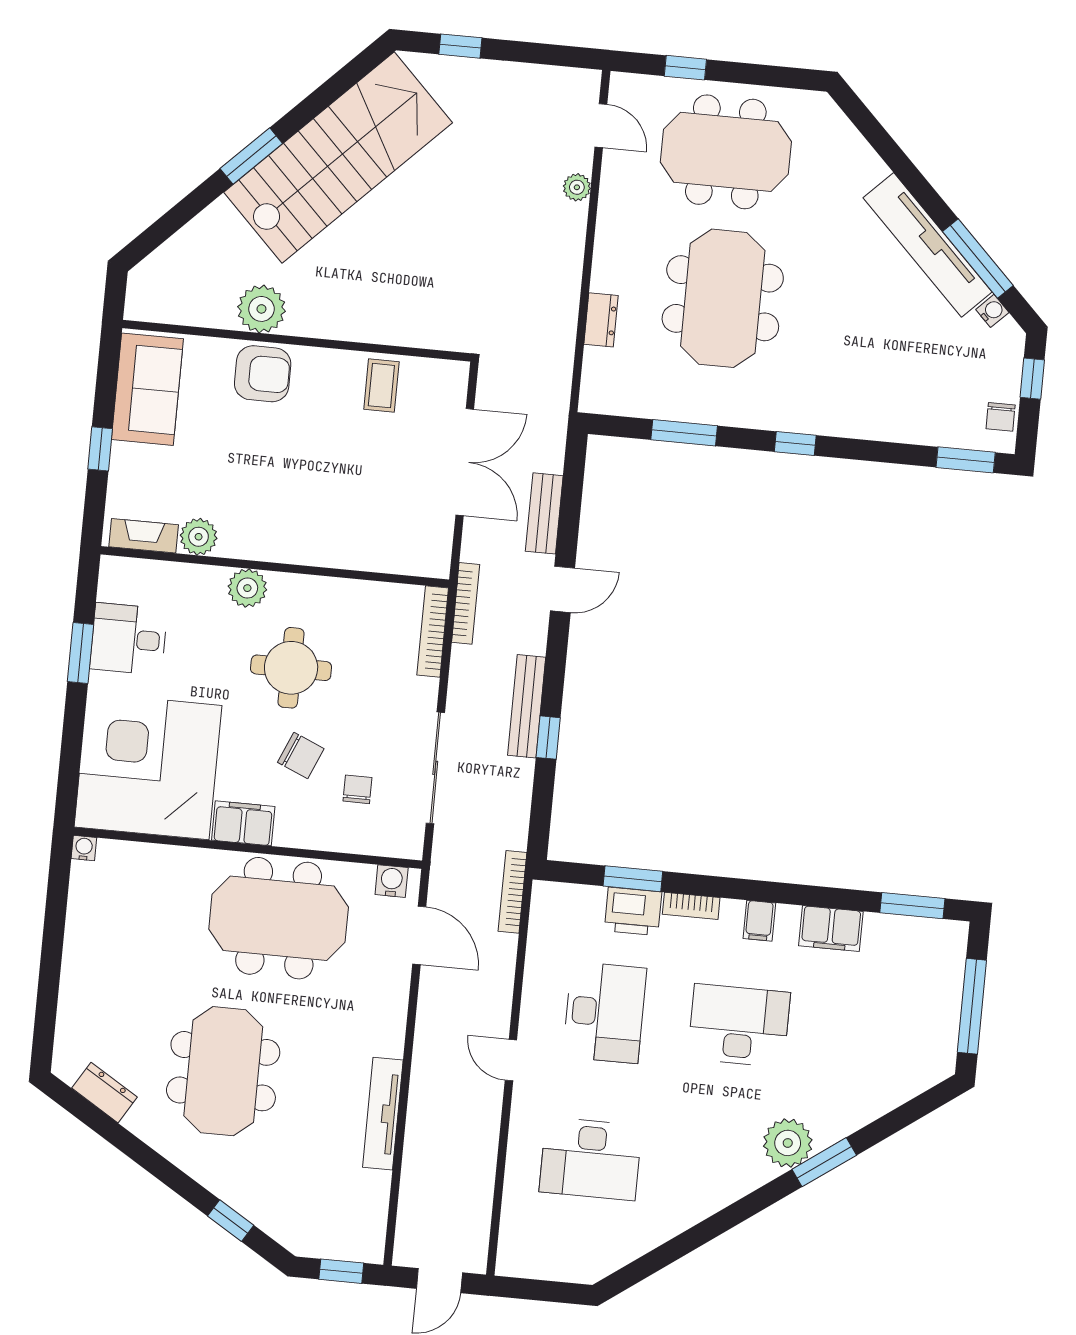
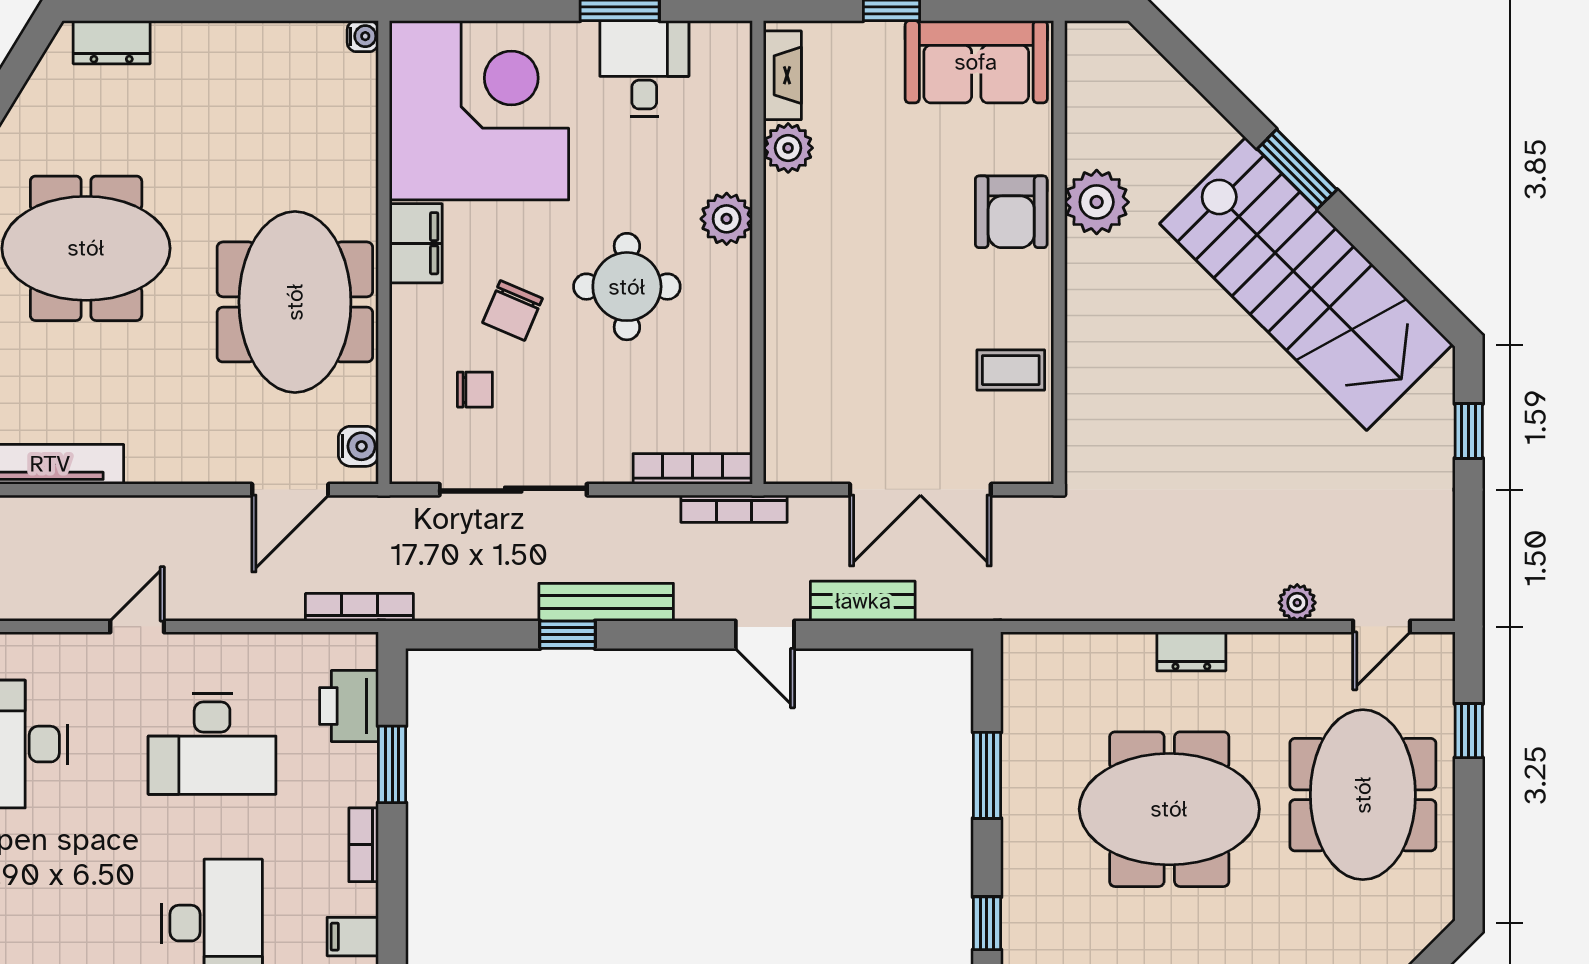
dresser: (601, 320) -> (1191, 651), moved
printer: (633, 911) -> (349, 706), moved
dresser: (105, 1093) -> (112, 42), moved, turned 59

